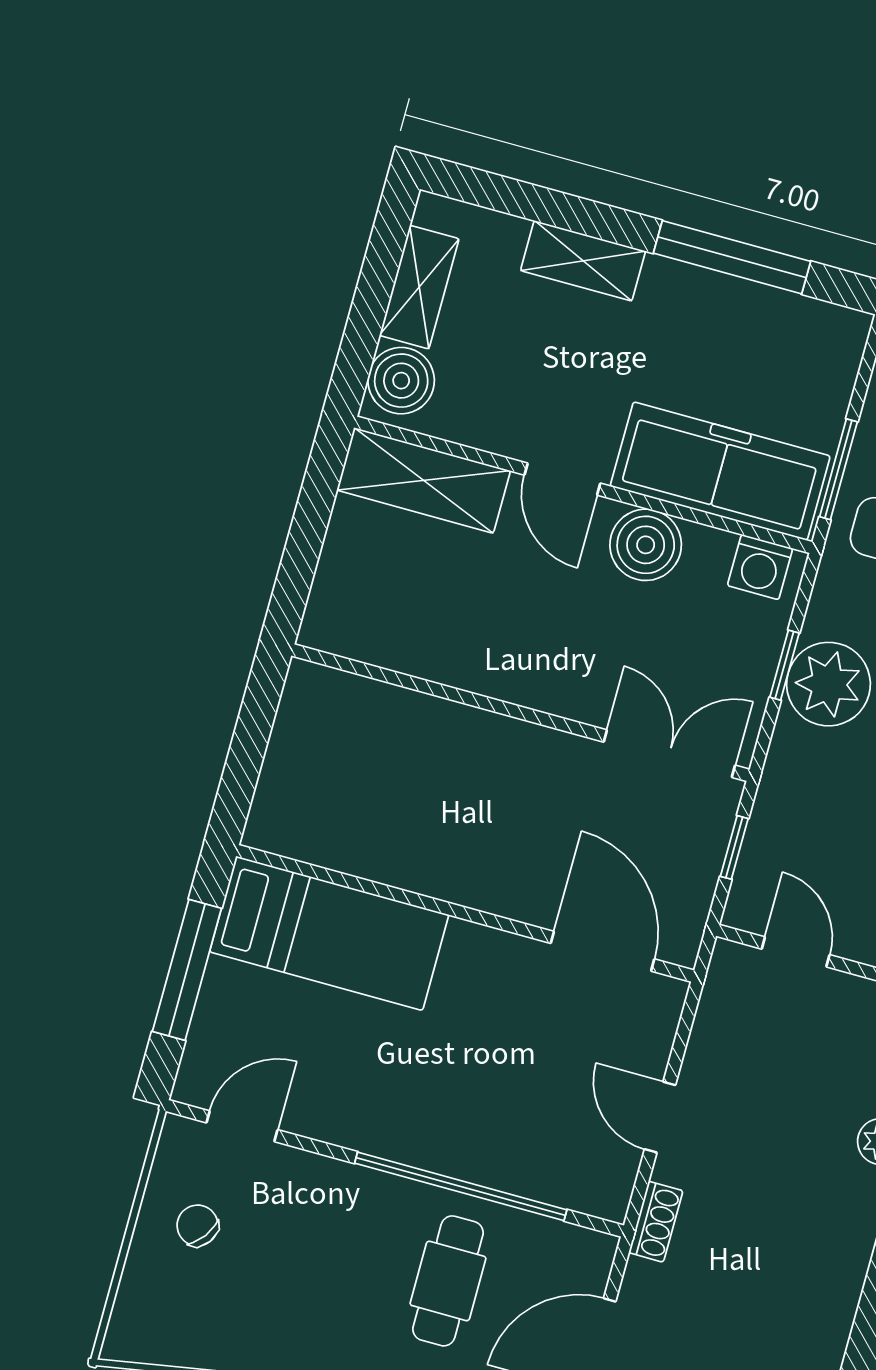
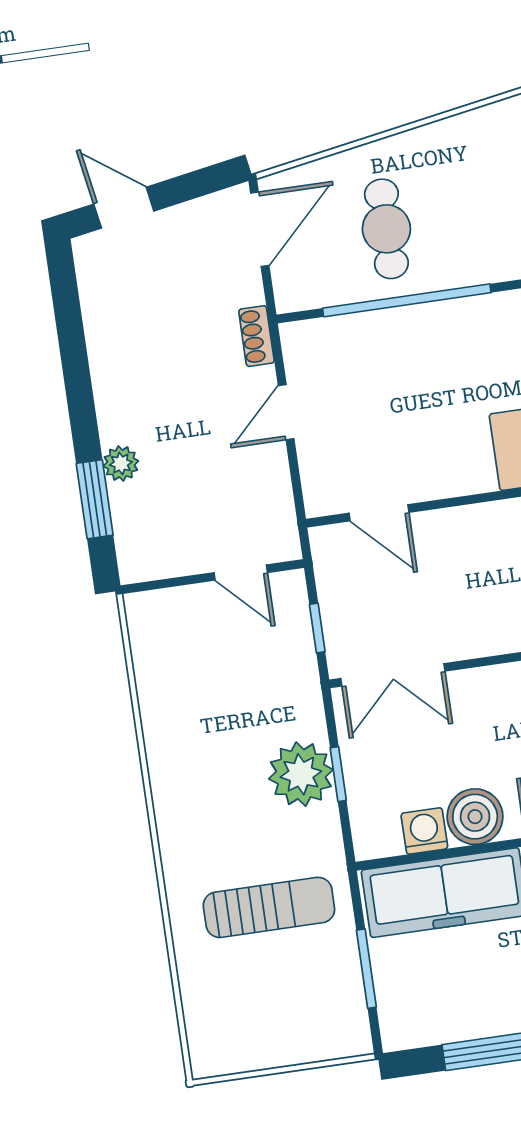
window: (838, 469) -> (366, 969), moved
washing machine: (760, 567) -> (424, 831), moved
door: (603, 951) -> (379, 513), width x0.73
door: (660, 1117) -> (286, 412), swing flipped

